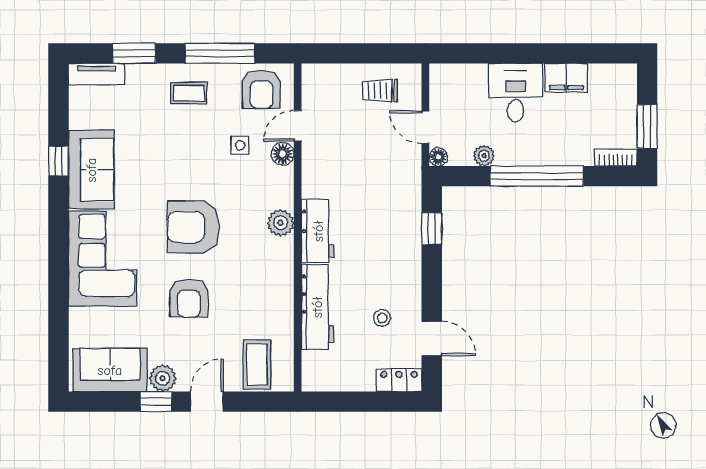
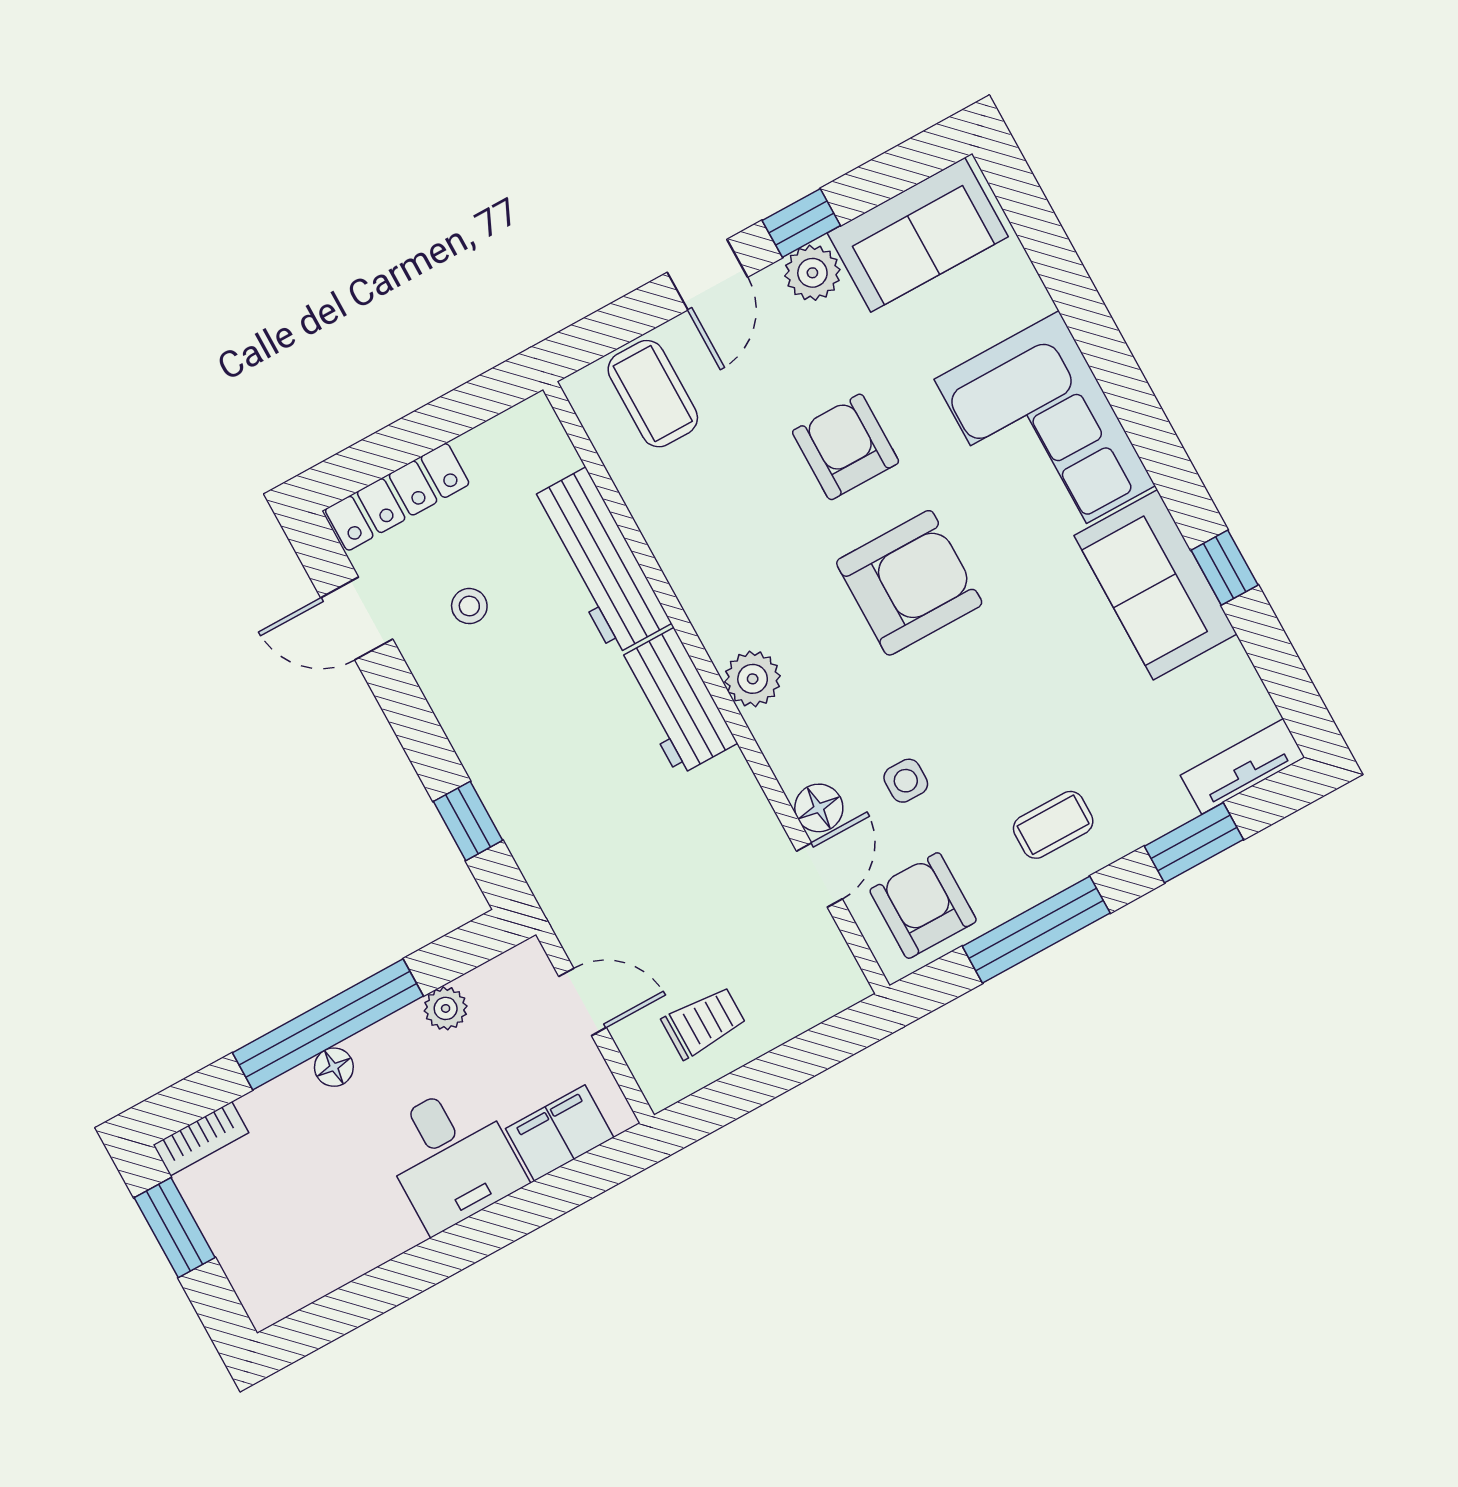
filing cabinet: (566, 78) -> (560, 1133), moved
floor lamp: (438, 157) -> (334, 1067), moved
locker: (399, 380) -> (397, 497), width x1.53

